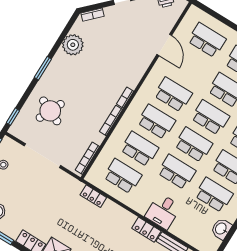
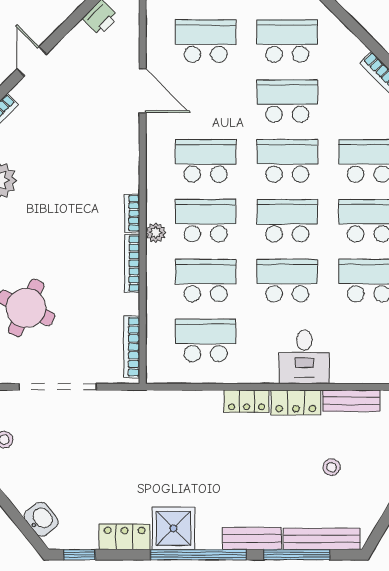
plant: (130, 113) -> (156, 233), added
locker: (93, 196) -> (247, 401), moved

